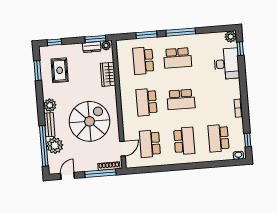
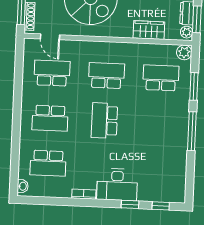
plant: (231, 37) -> (184, 52), moved
school desk: (178, 58) -> (159, 123), removed
desk: (227, 64) -> (117, 185), moved
school desk: (219, 138) -> (48, 163), turned 180
window: (248, 140) -> (130, 204), moved

